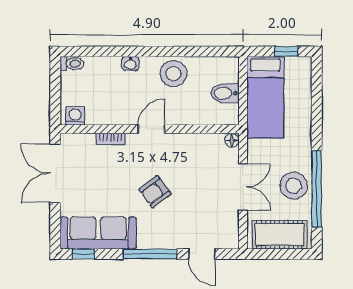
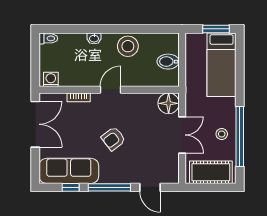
window: (286, 52) -> (216, 29), width x1.50
bed: (265, 97) -> (222, 65), moved
floor lamp: (232, 140) -> (169, 103), width x1.89, depth x1.89
double door: (55, 173) -> (35, 124), swing flipped
stool: (294, 186) -> (222, 134), width x0.53, depth x0.53
window: (83, 254) -> (71, 187), moved

